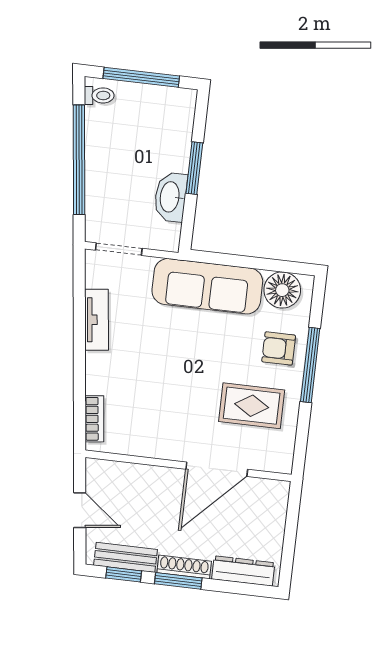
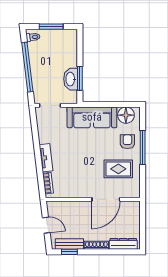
window: (141, 77) -> (51, 27), width x0.69
window: (194, 168) -> (80, 78), moved
tv unit: (97, 320) -> (46, 158), moved
armchair: (279, 348) -> (127, 142), turned 90
window: (178, 581) -> (94, 252), removed

